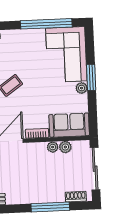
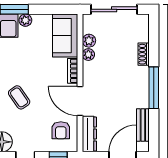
shoe rack: (76, 197) -> (144, 54), moved
window: (50, 207) -> (154, 88), moved

